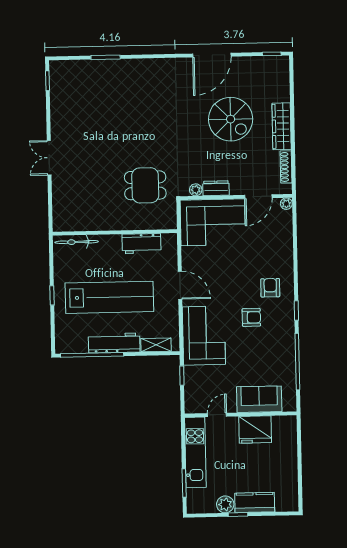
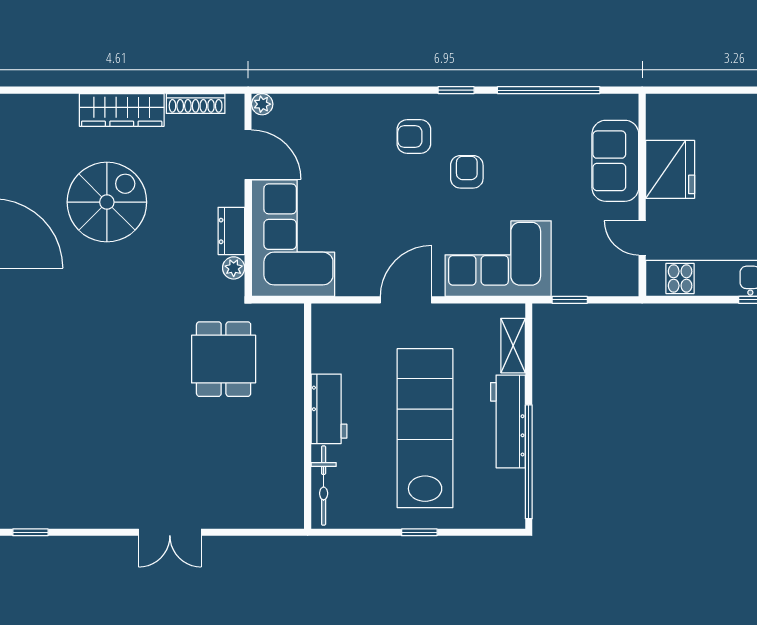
workbench: (141, 244) -> (329, 409), moved

